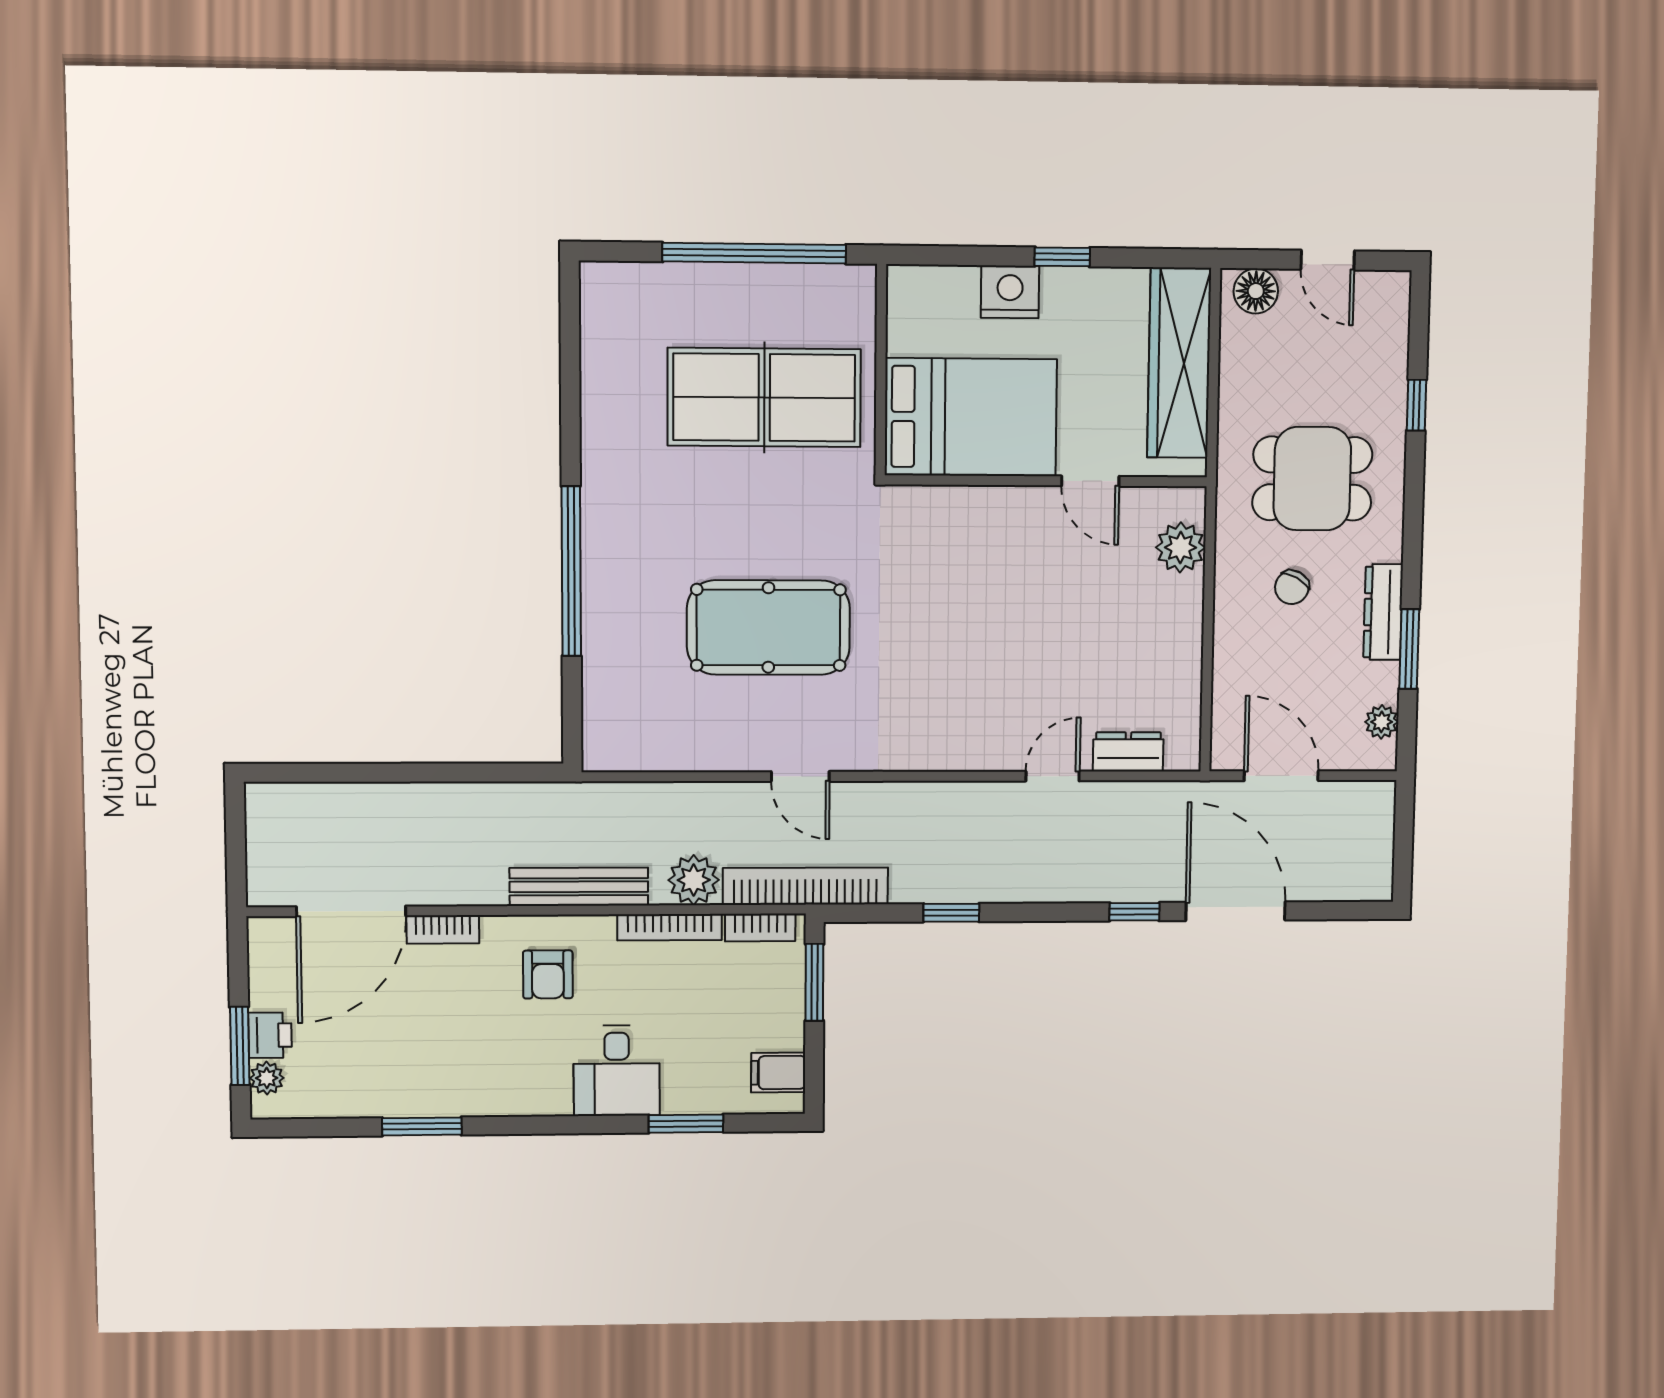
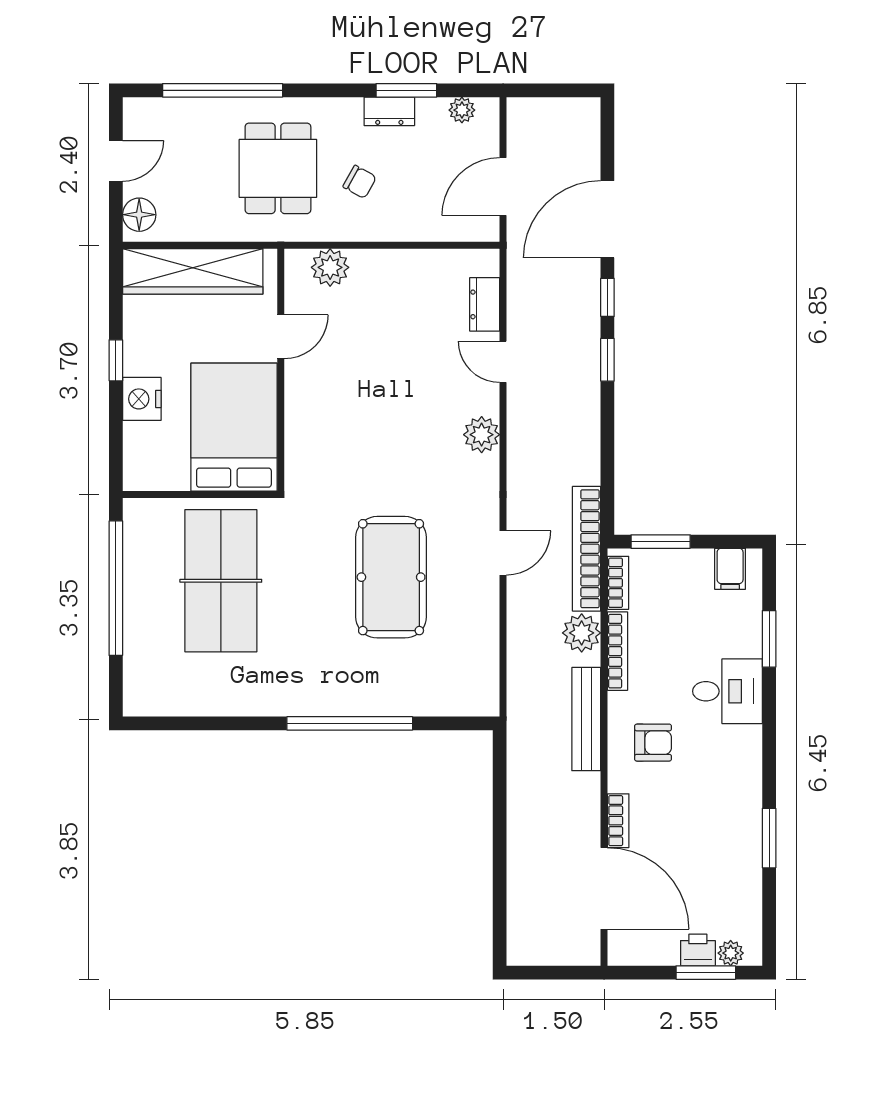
window: (1416, 405) -> (223, 90), width x3.17
dresser: (1383, 612) -> (389, 111), width x0.70
plant: (957, 748) -> (482, 435), added
window: (951, 913) -> (607, 360), moved

